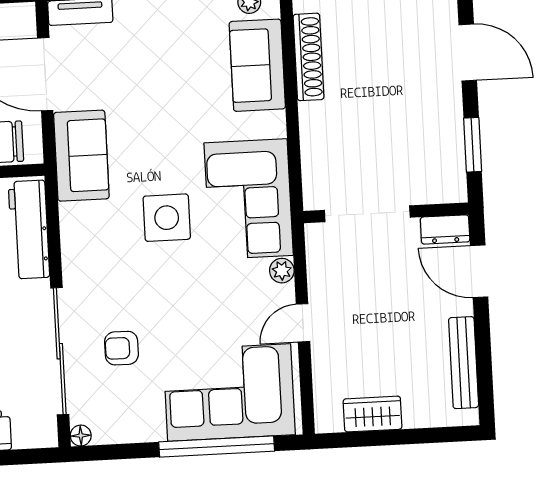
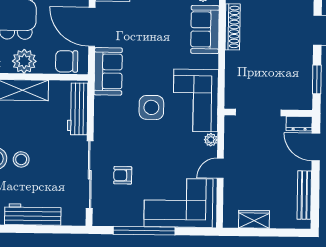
floor lamp: (81, 436) -> (98, 220), removed
window: (217, 447) -> (144, 231), moved

